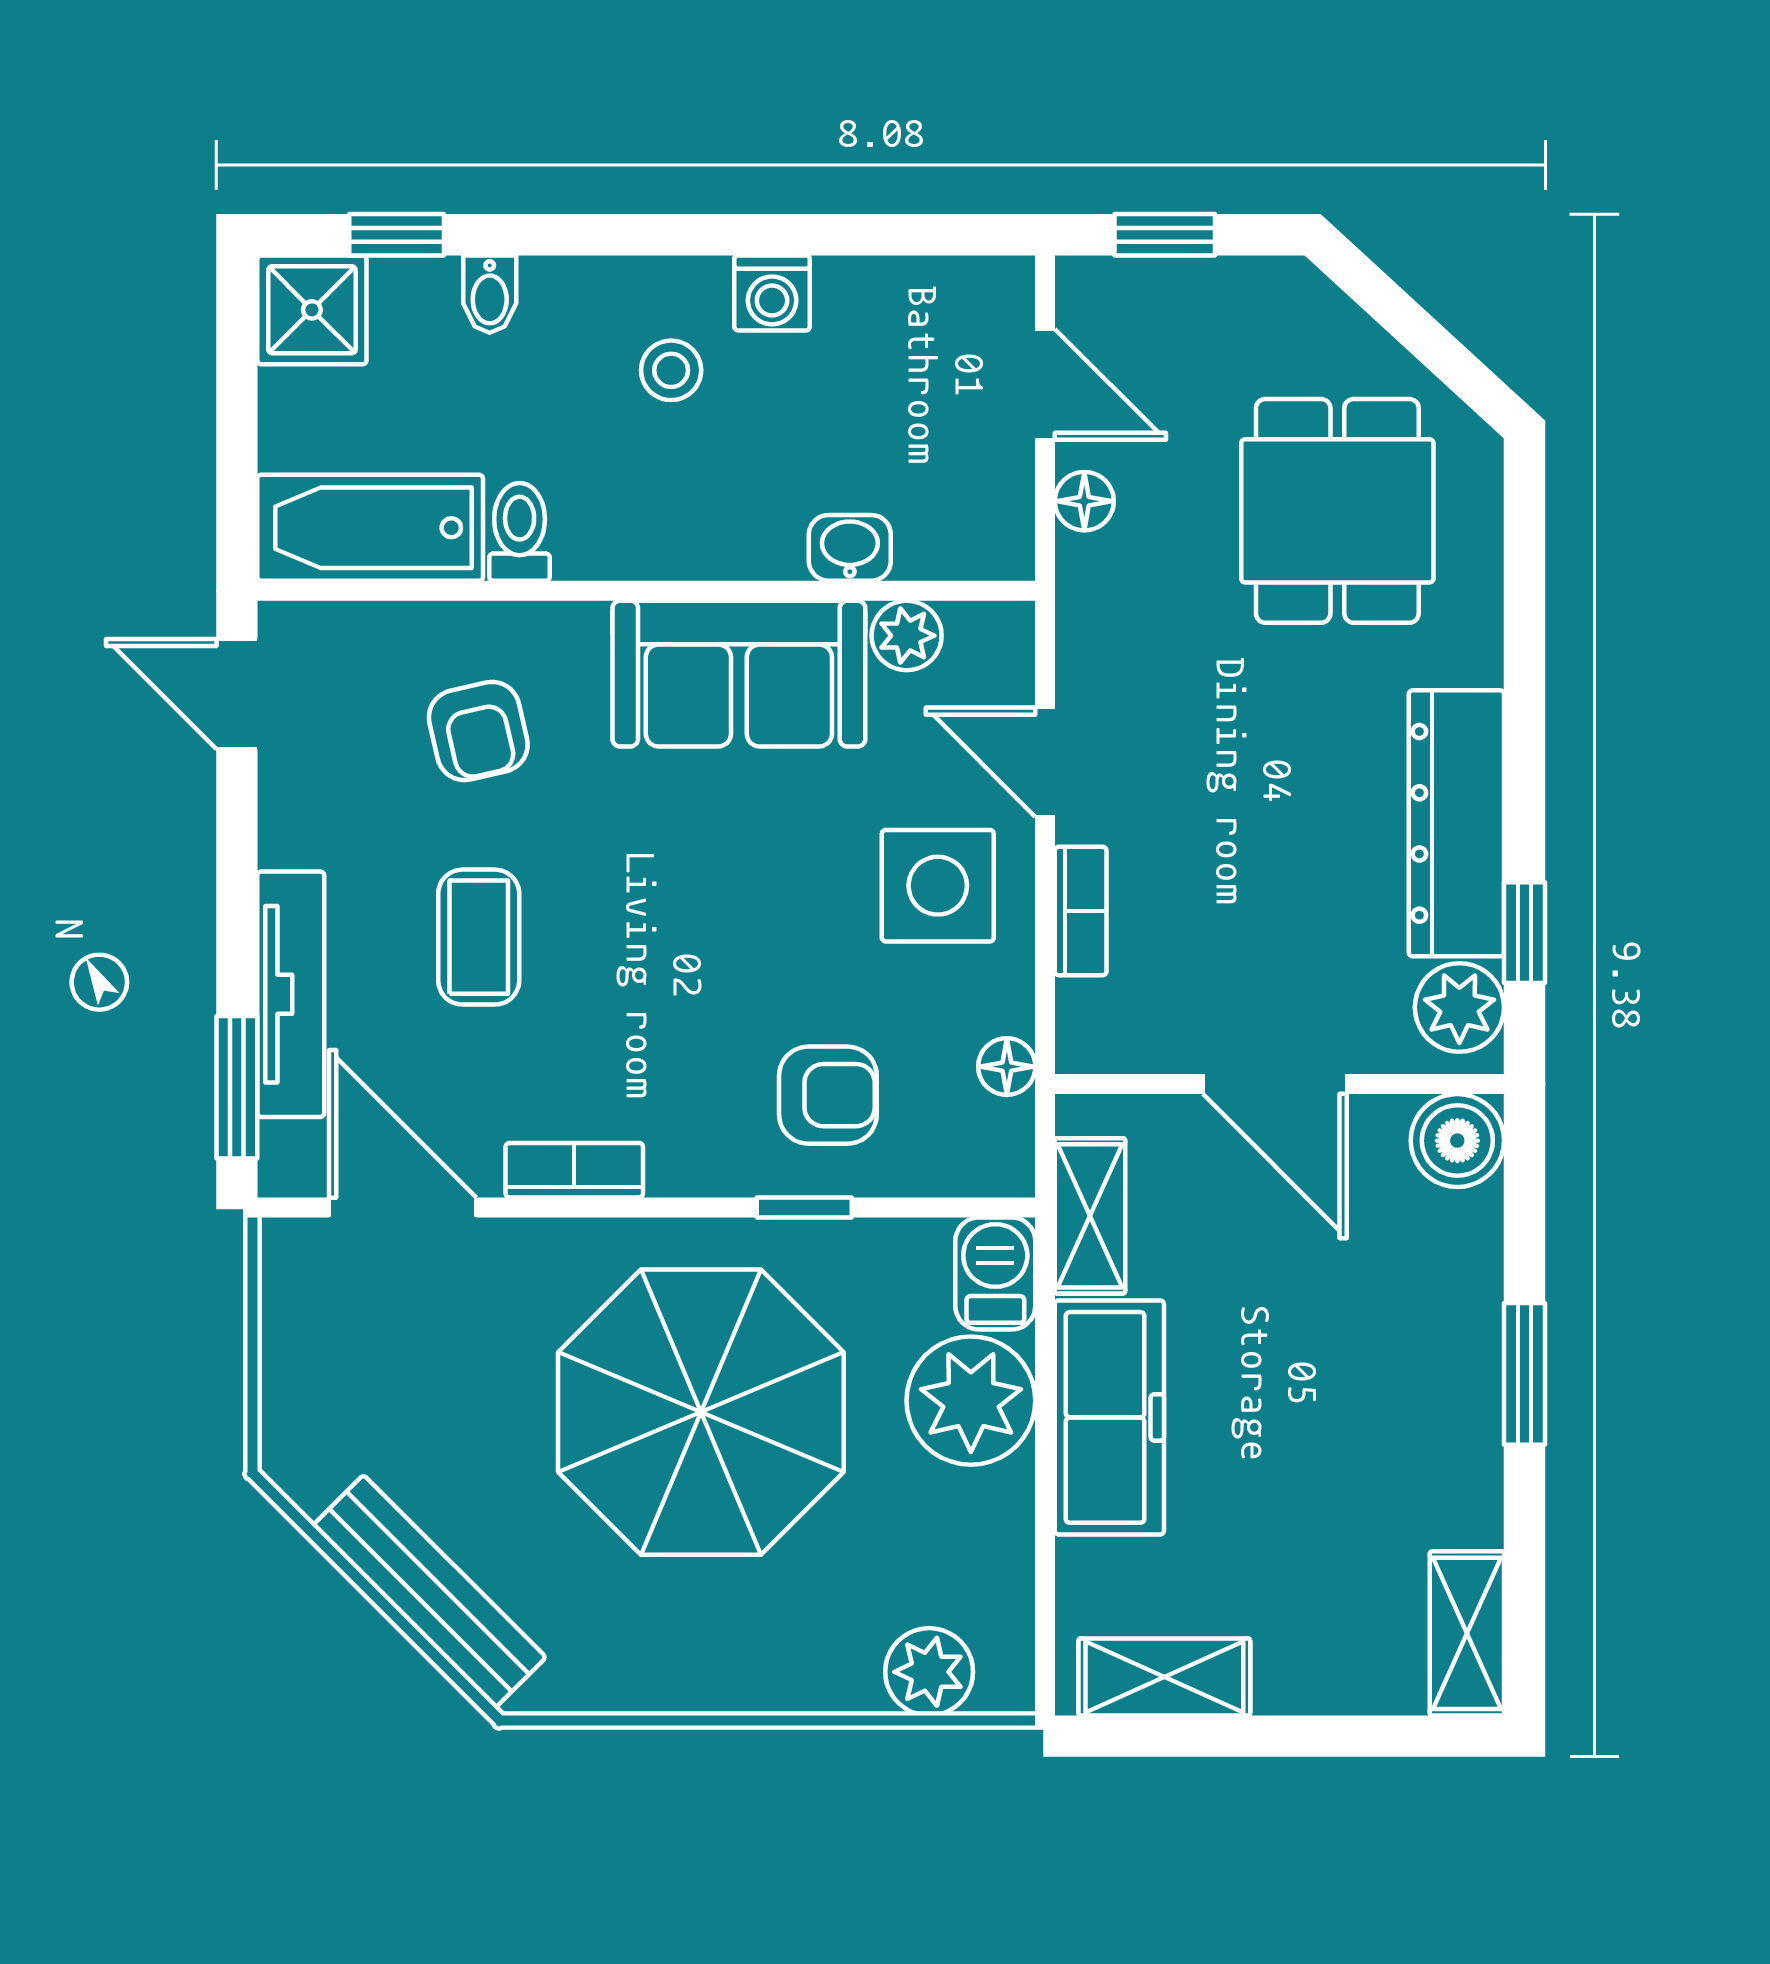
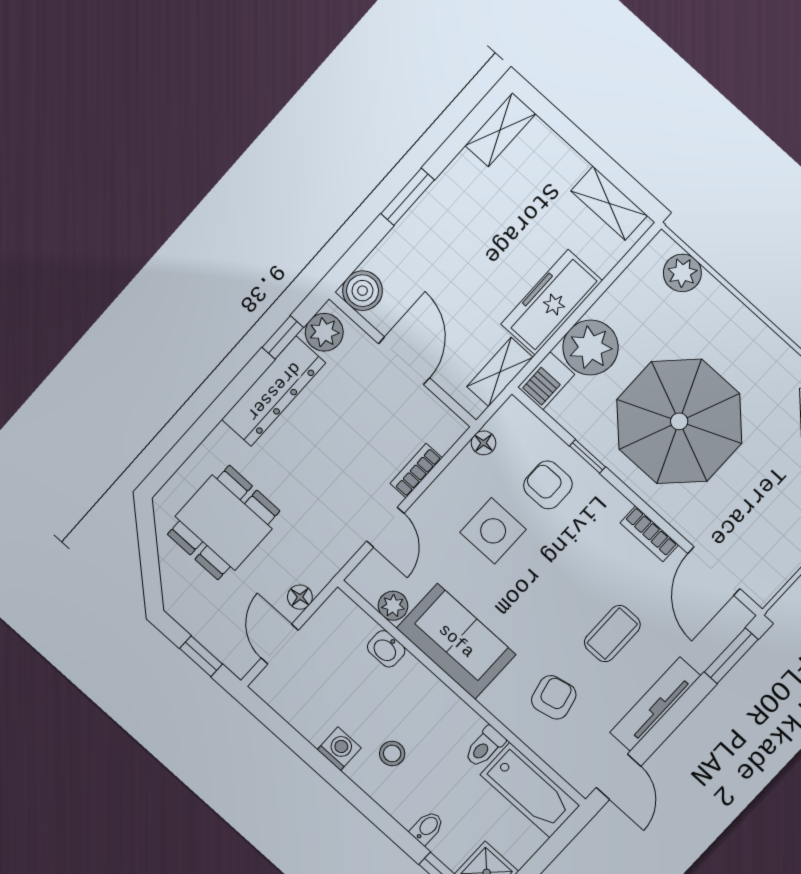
side table: (938, 886) -> (493, 531), moved
tv unit: (291, 994) -> (655, 704), moved

